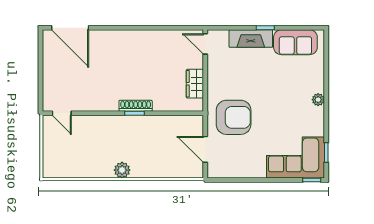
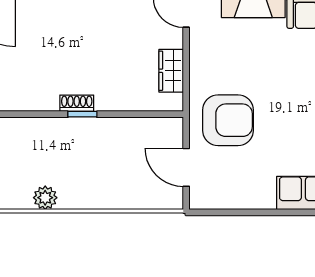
shoe rack: (136, 106) -> (77, 103), width x0.70
plant: (122, 170) -> (45, 198), moved

